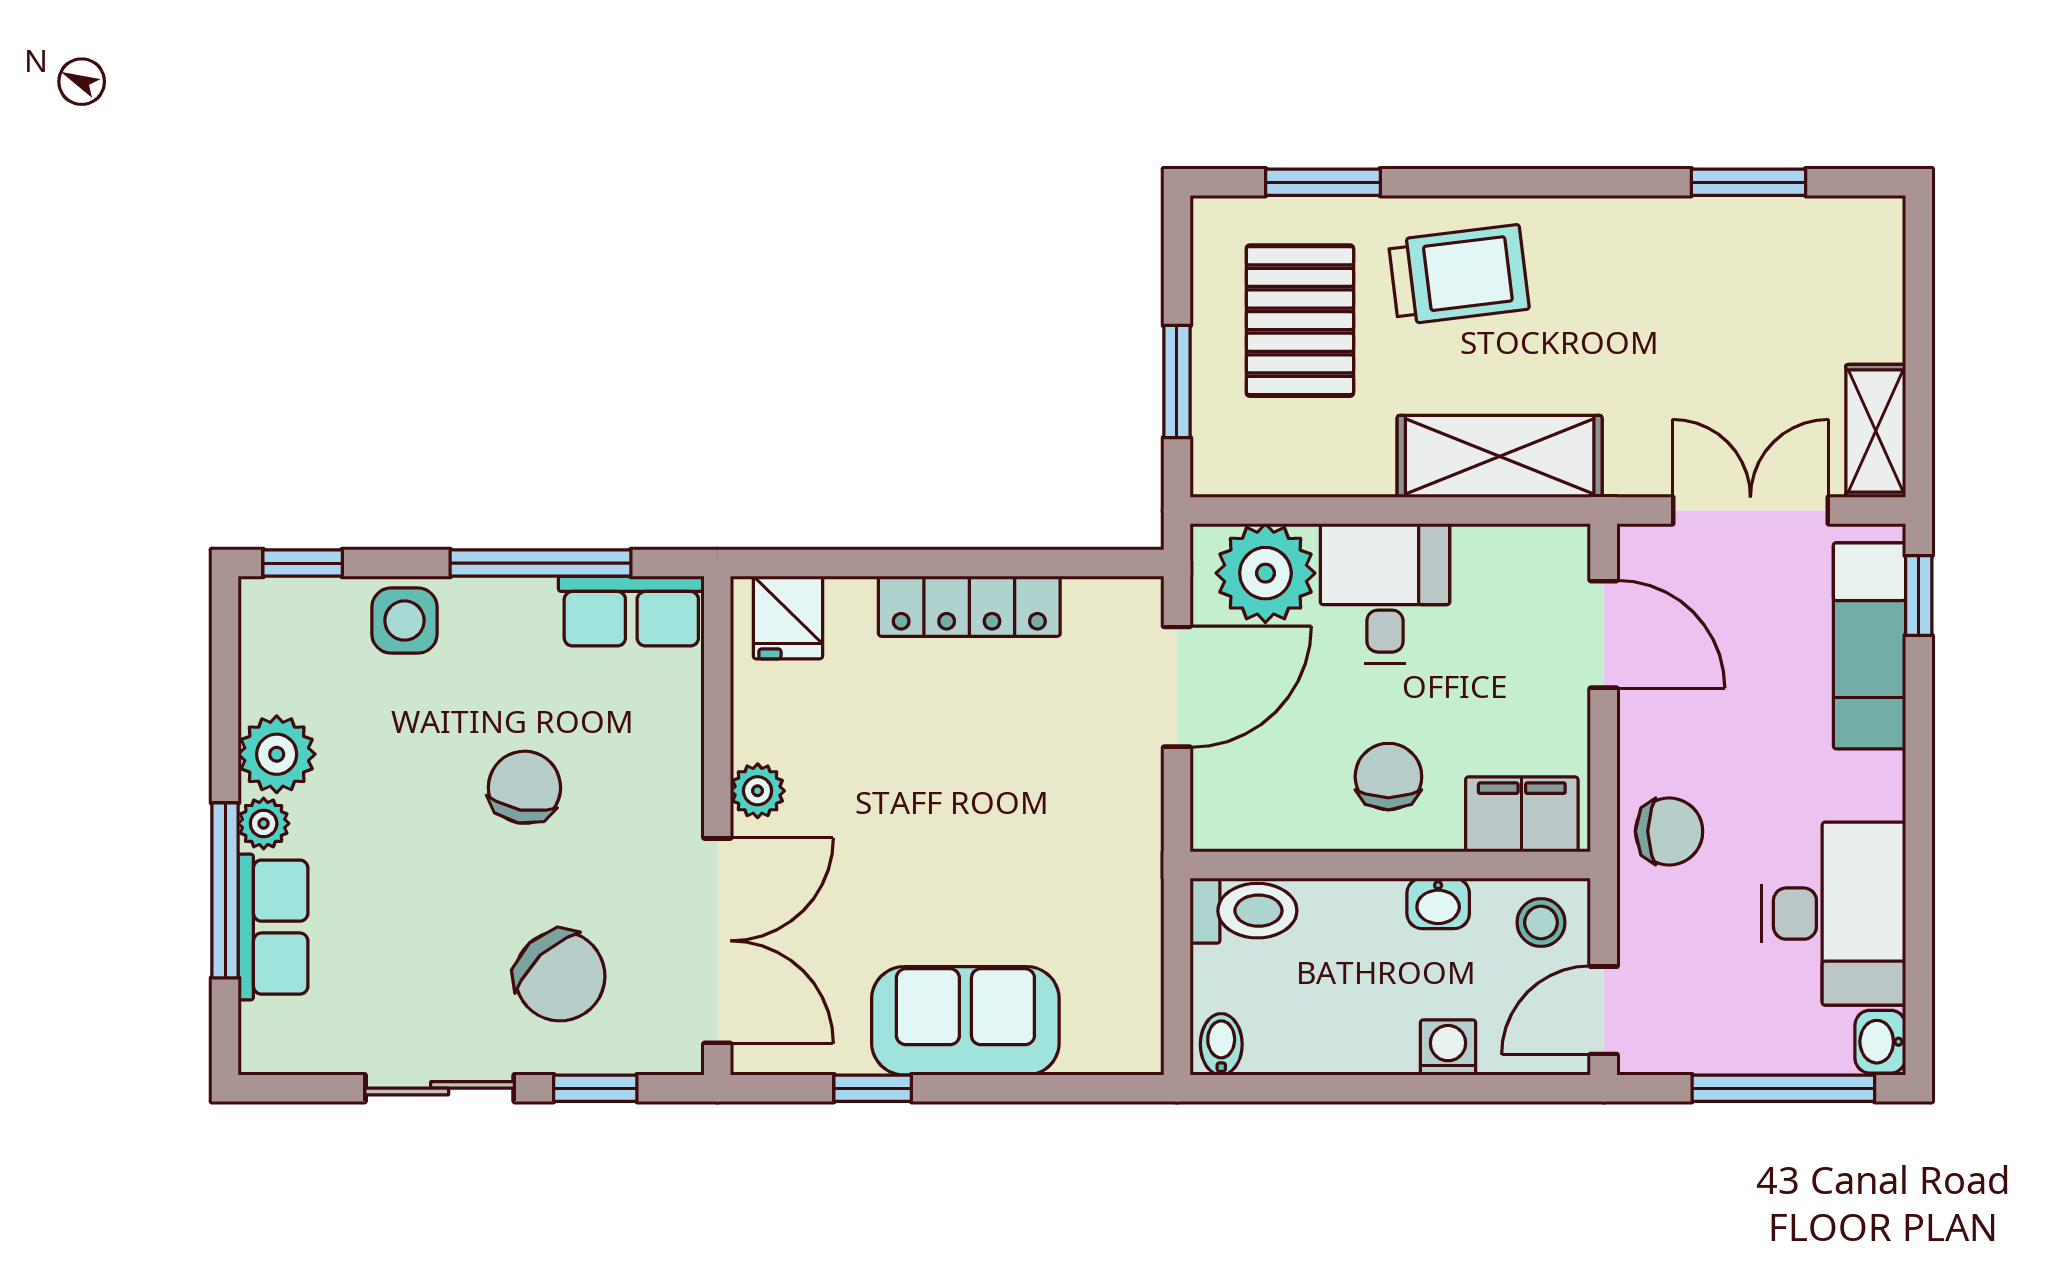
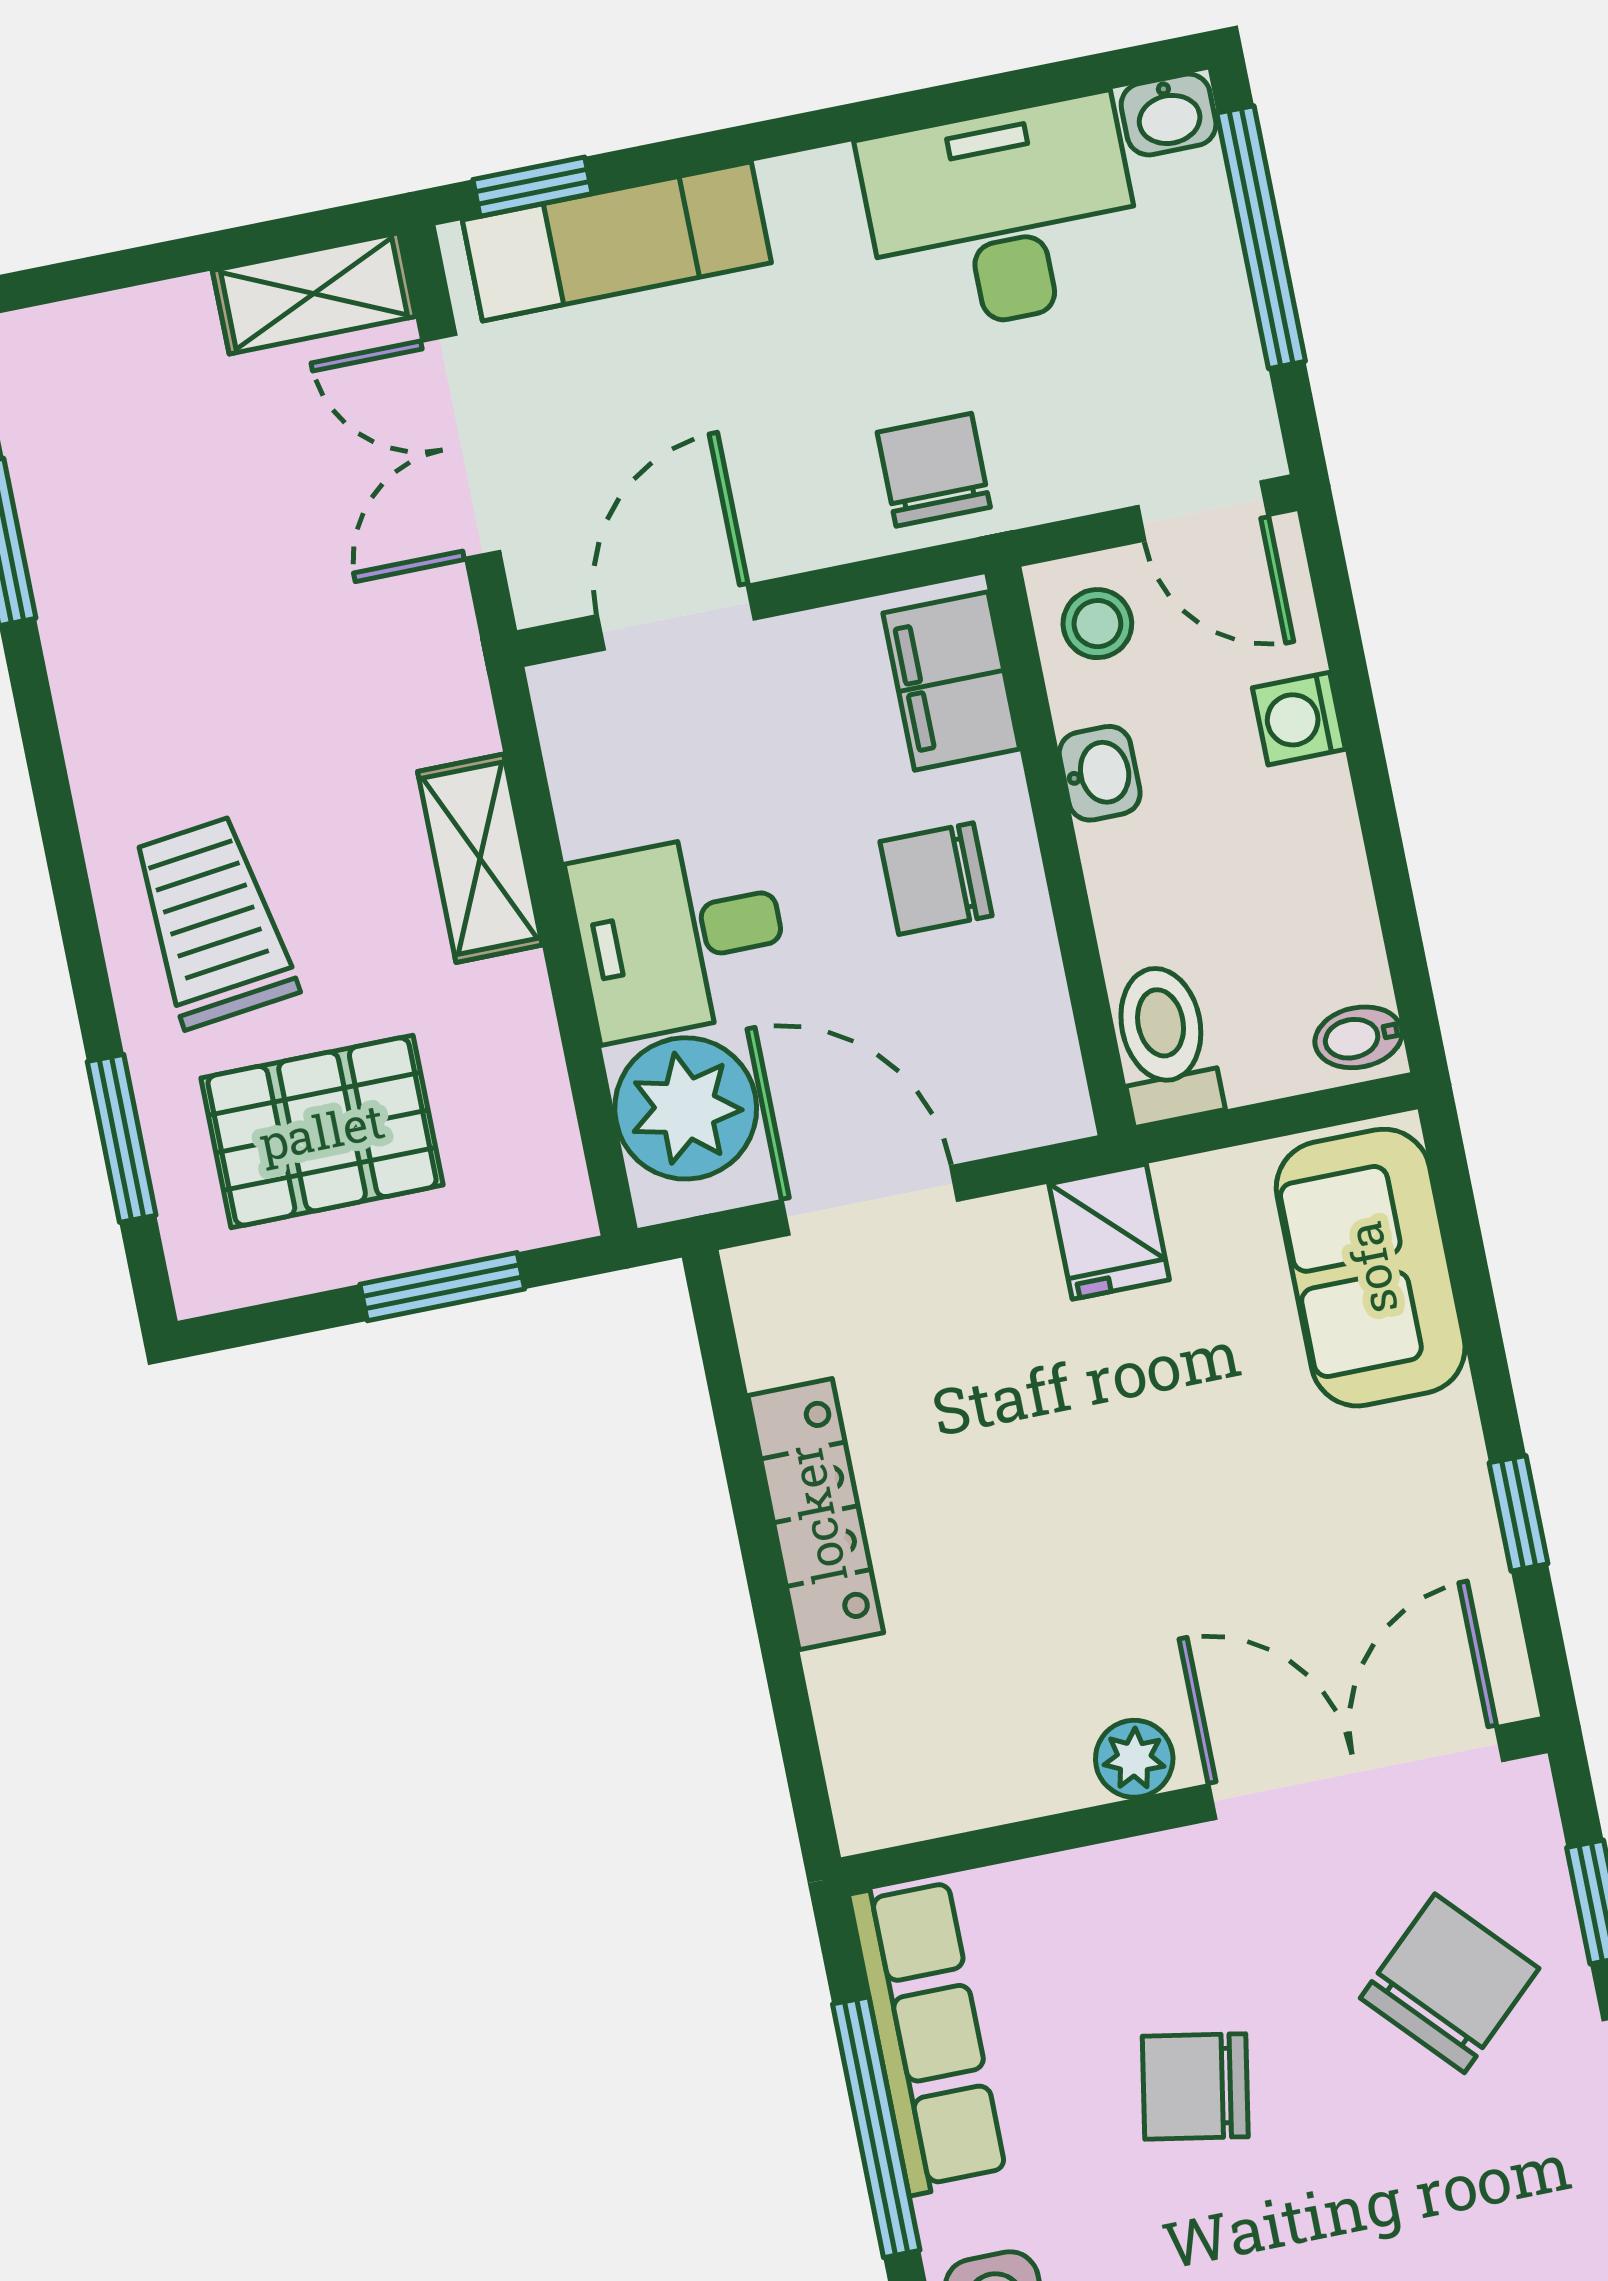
shelving: (1500, 456) -> (480, 858), width x0.67, depth x0.75
row of seats: (631, 611) -> (928, 2035), width x1.48
fridge: (788, 617) -> (1109, 1232), moved, turned 90
sofa: (965, 1021) -> (1371, 1268), moved

